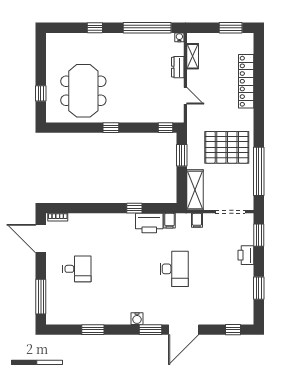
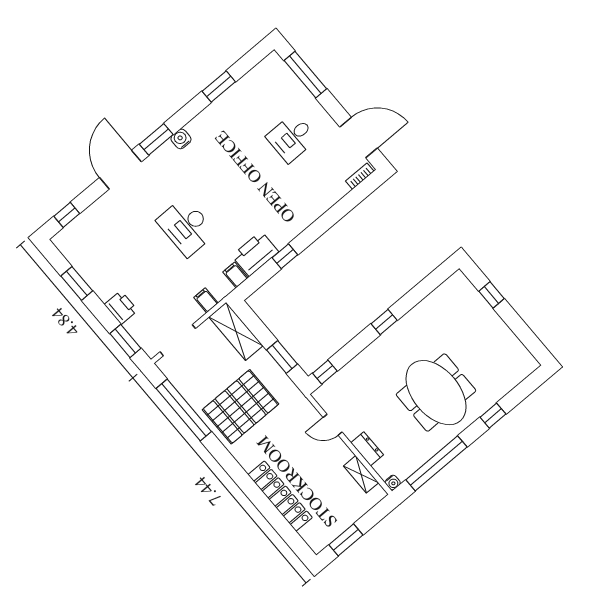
meeting table: (83, 91) -> (436, 393), moved

